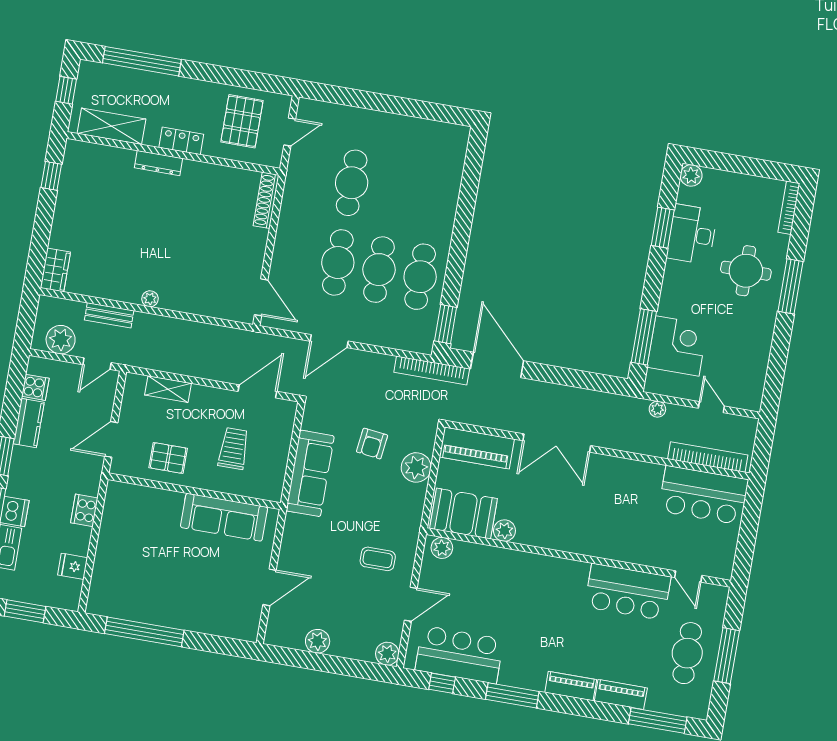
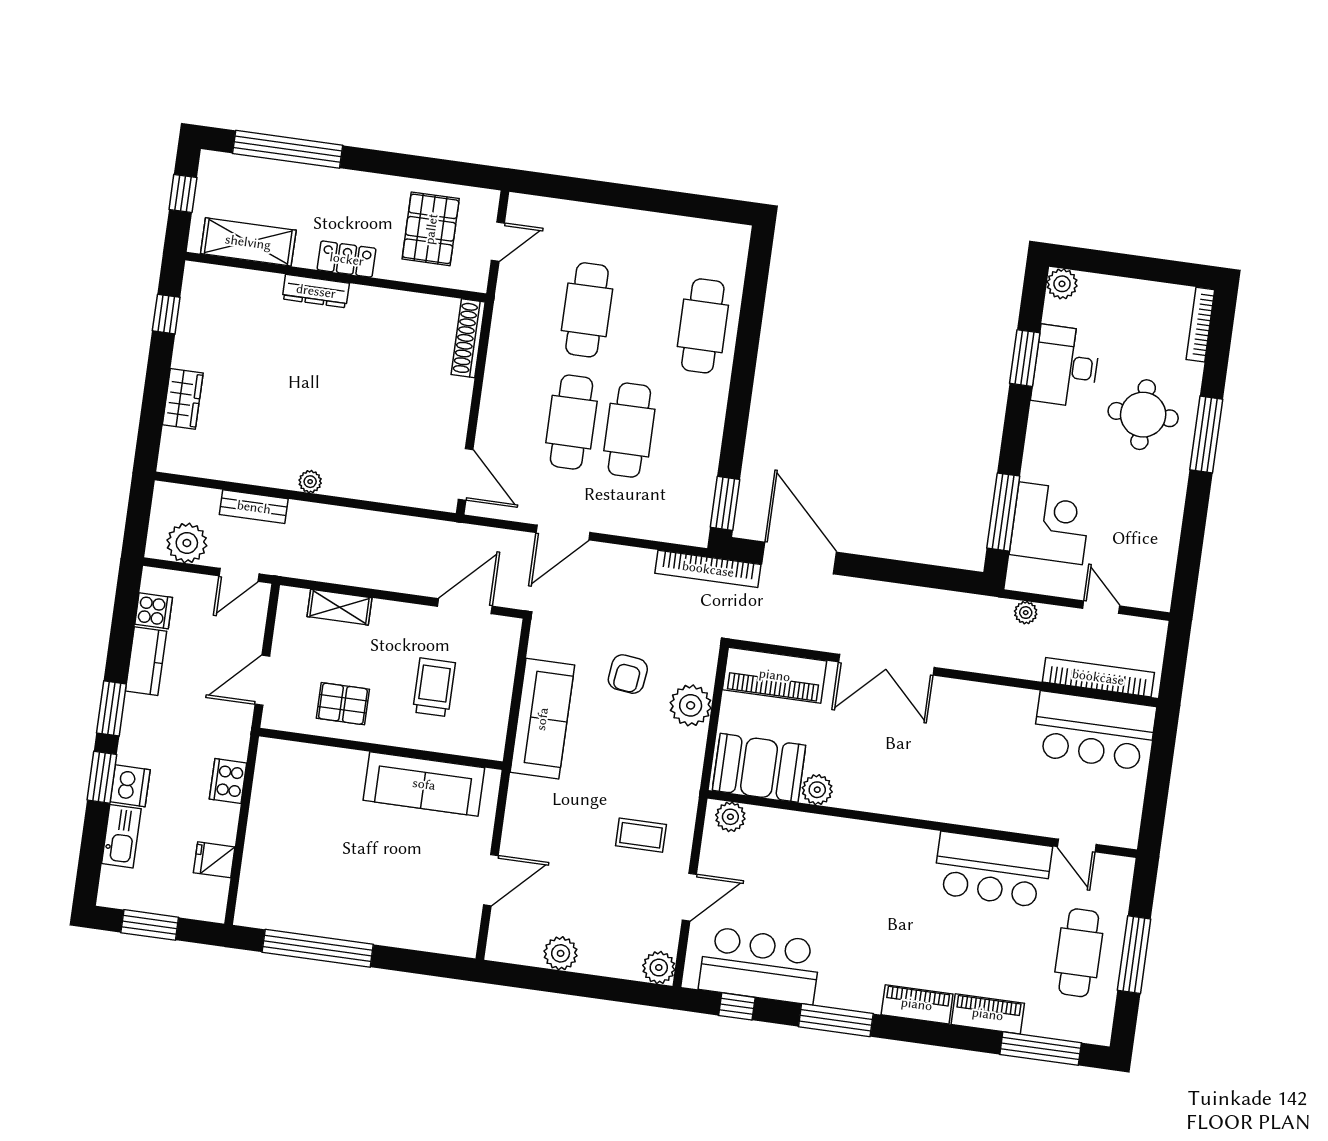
wardrobe: (55, 270) -> (183, 399), moved
cafe table: (420, 277) -> (703, 326), moved

